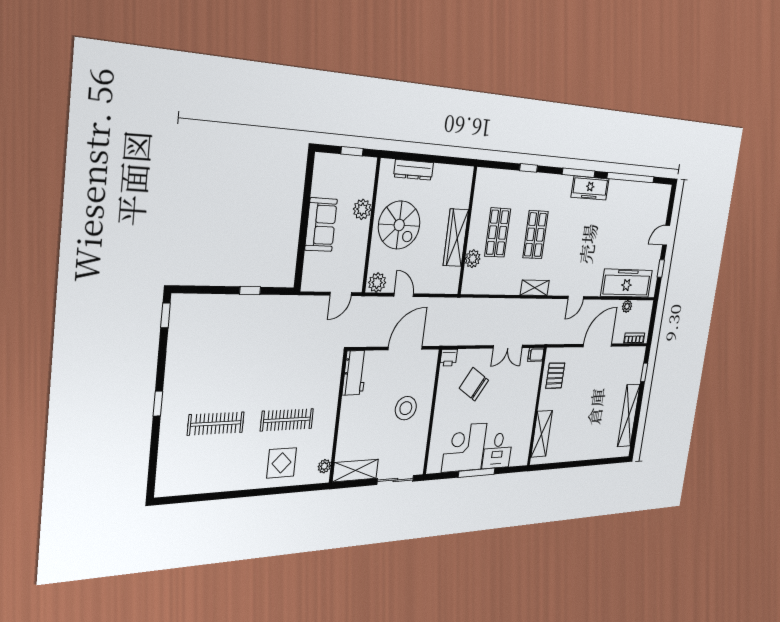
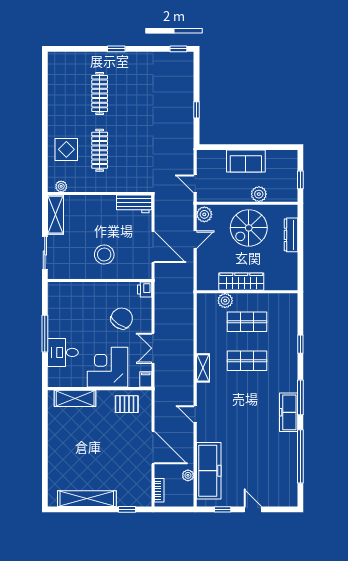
corner desk: (464, 448) -> (107, 367), moved, turned -90

